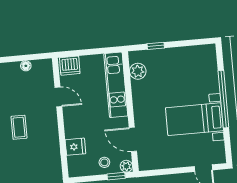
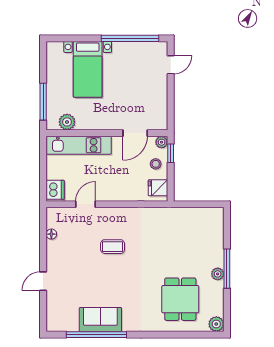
window: (156, 46) -> (43, 102), width x2.17
window: (223, 99) -> (130, 38), moved
bed with nightstands: (194, 119) -> (88, 69), moved
fridge: (75, 147) -> (158, 188), moved, turned -90

